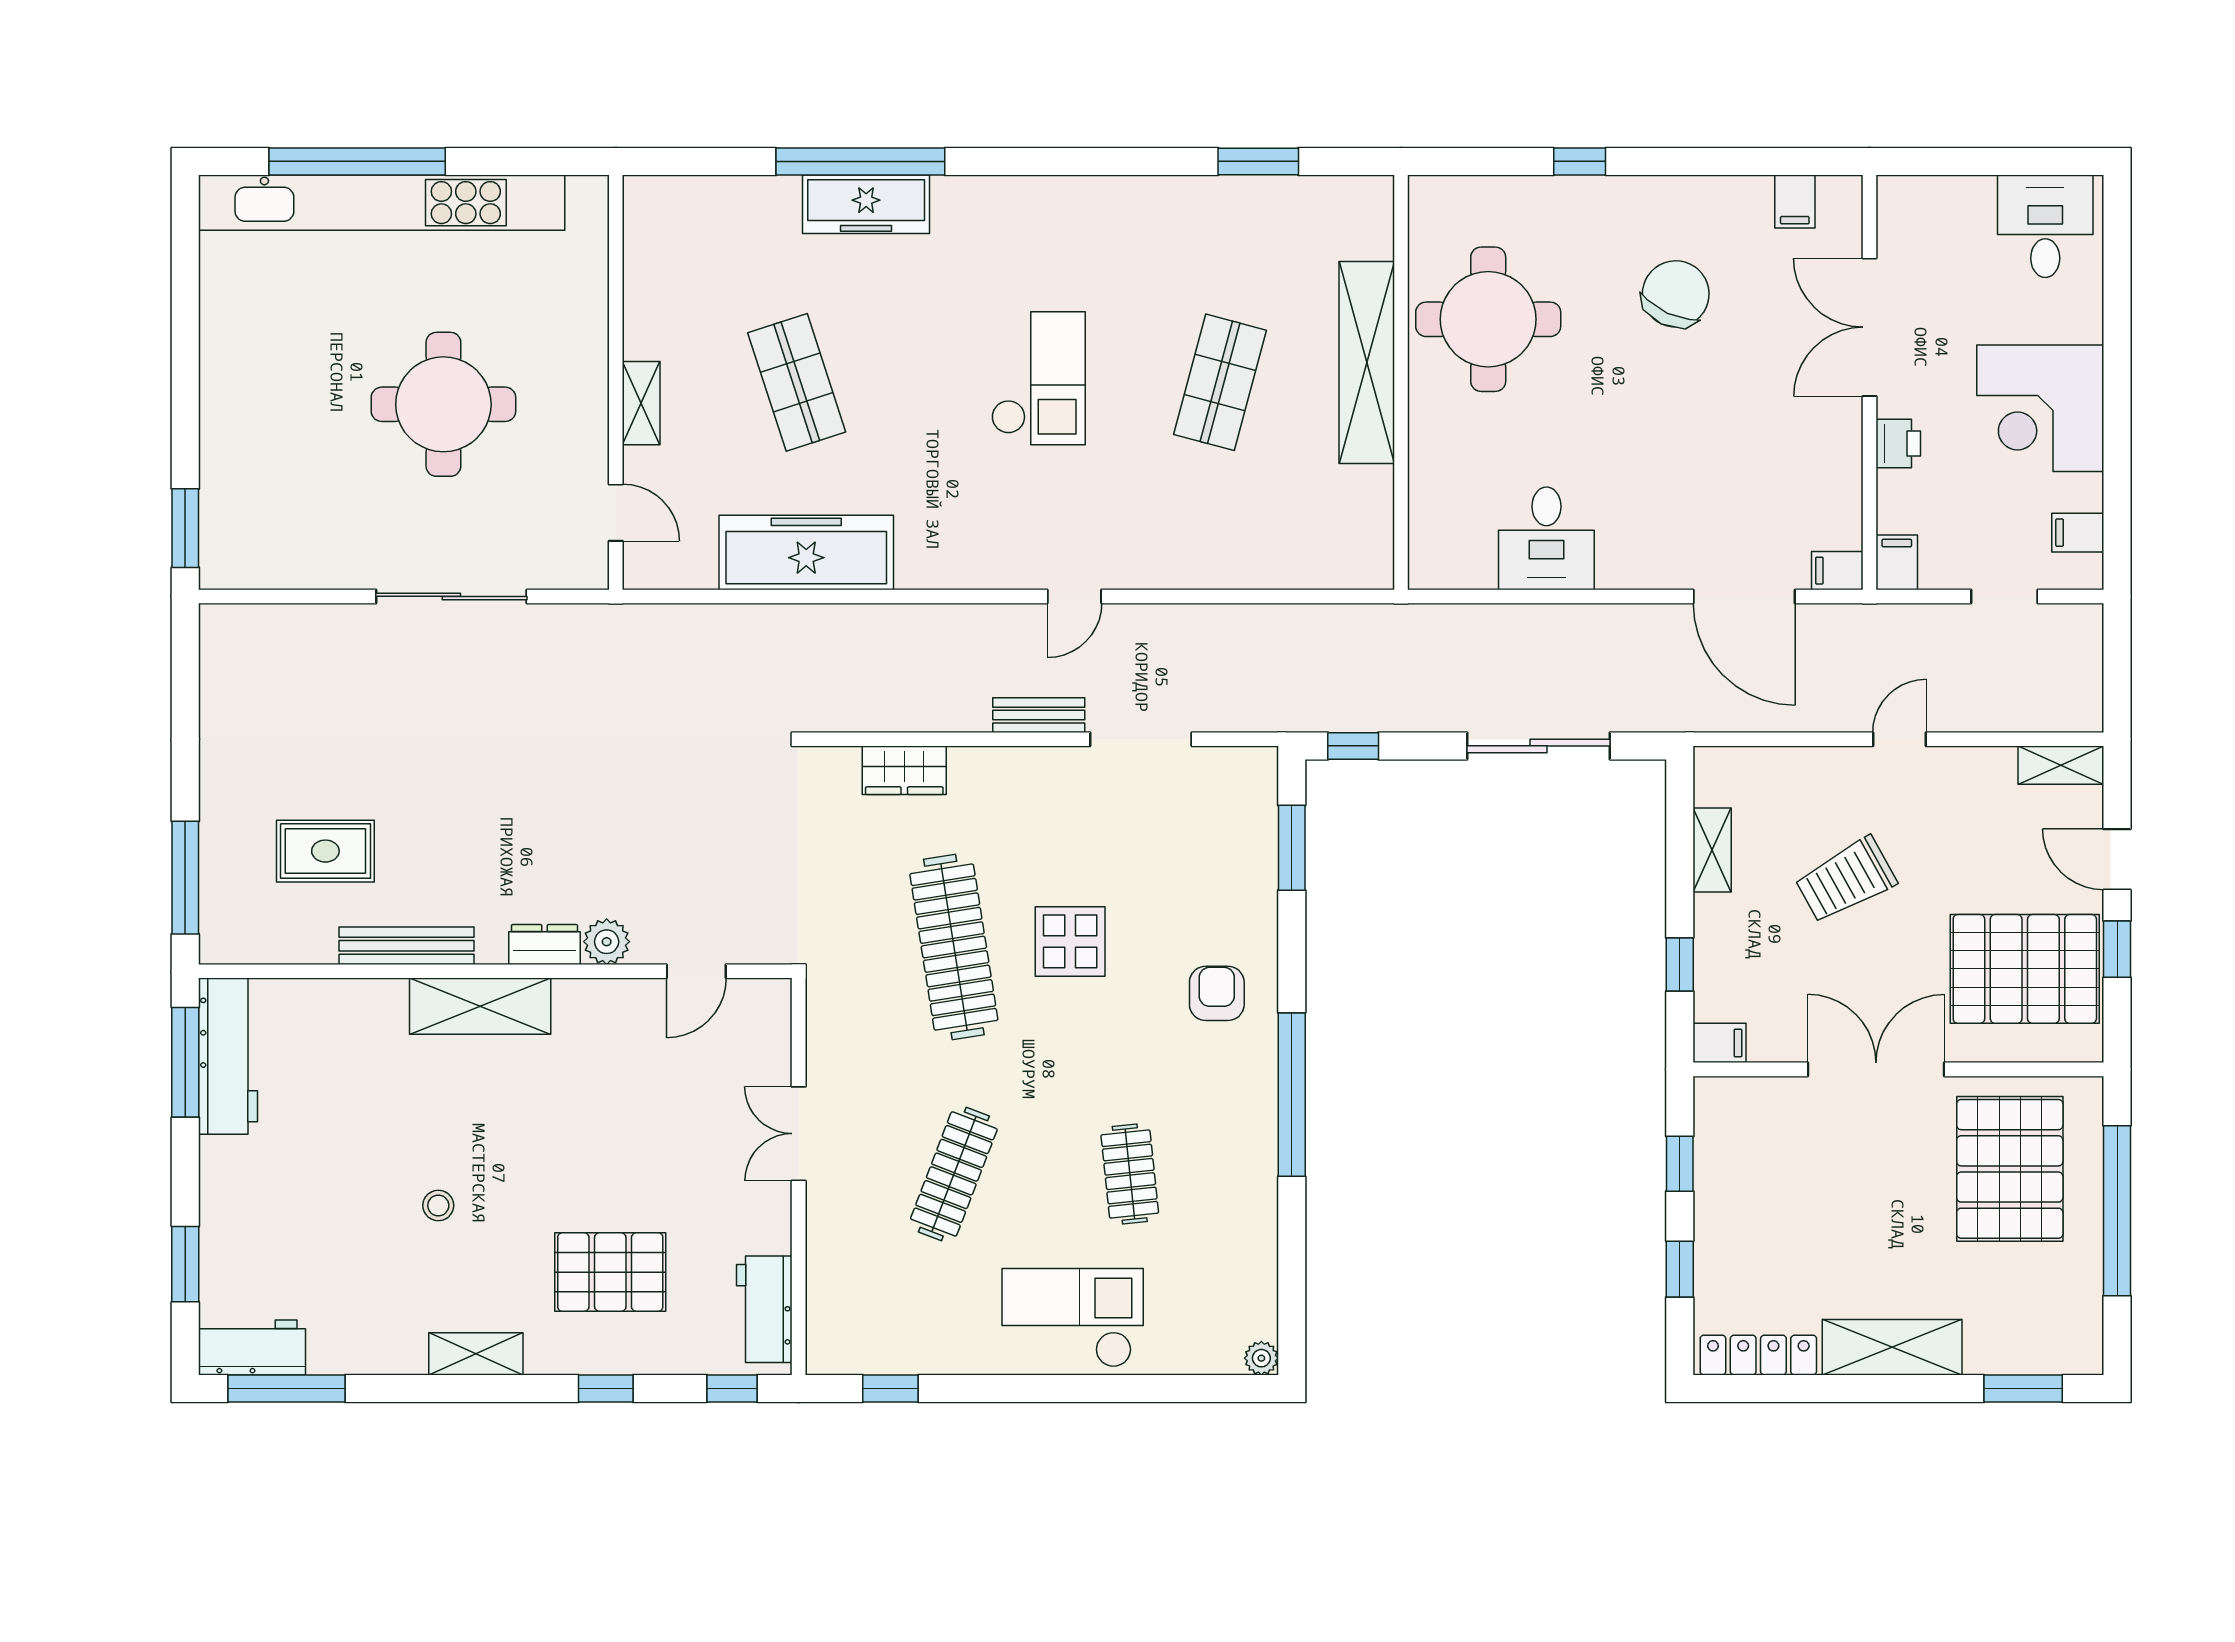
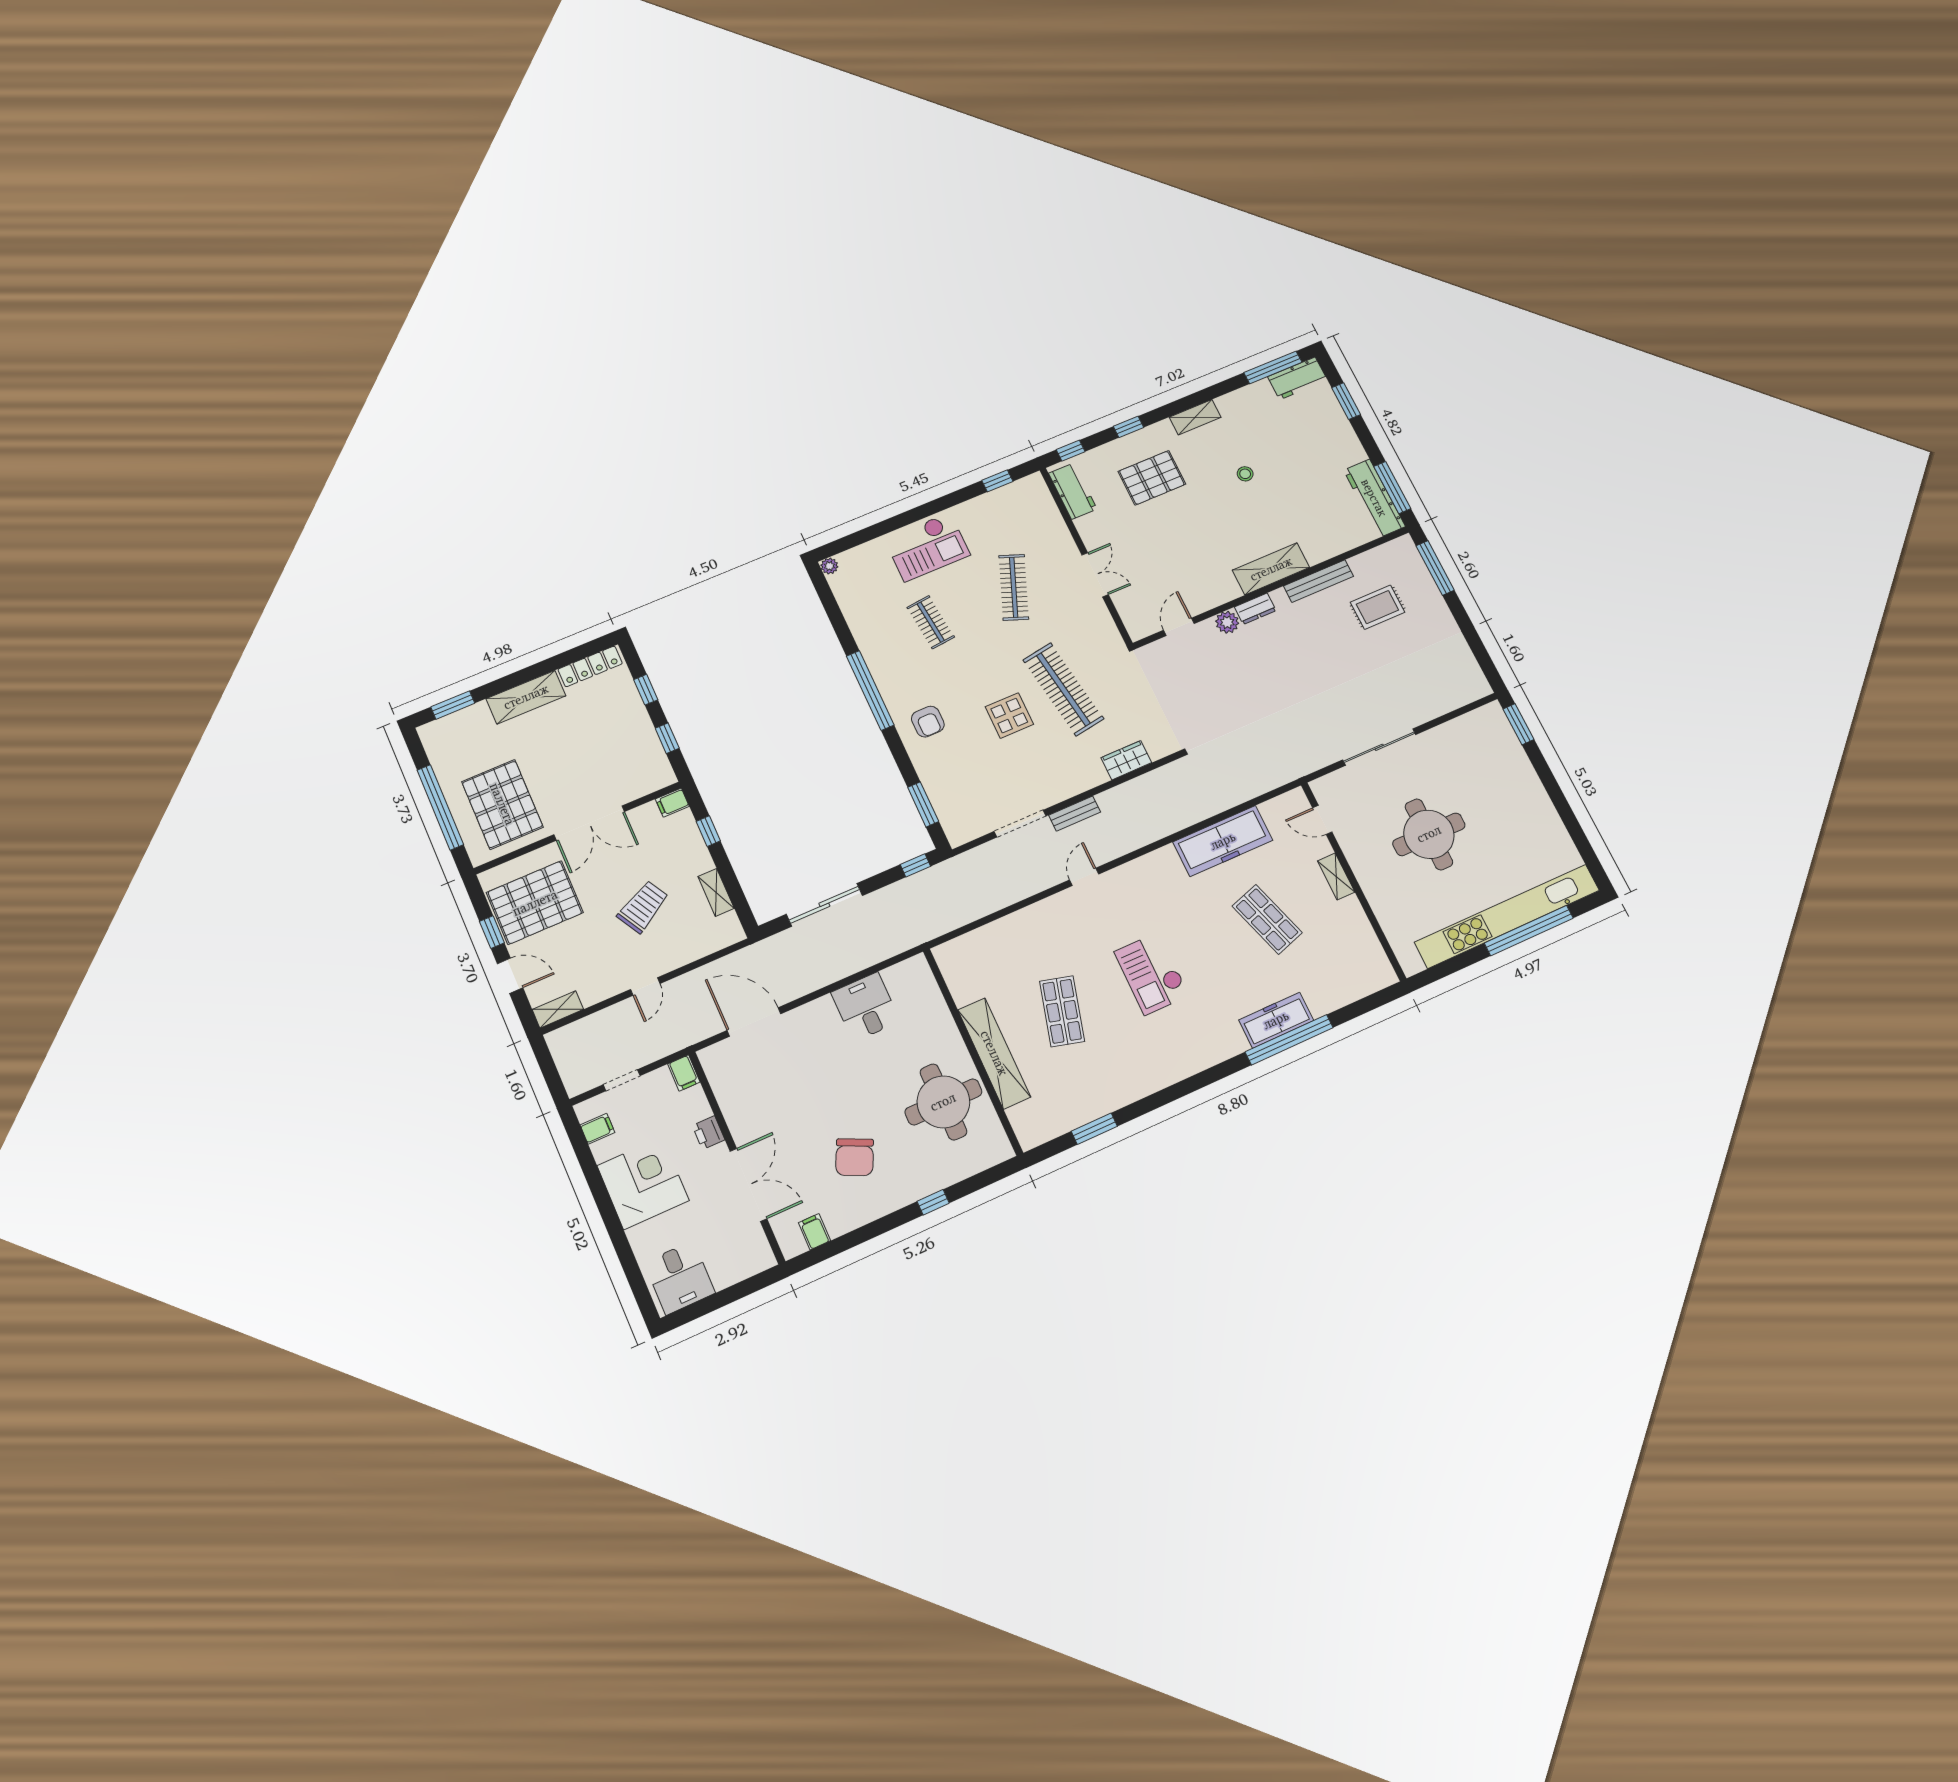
filing cabinet: (1837, 571) -> (712, 1055), removed

